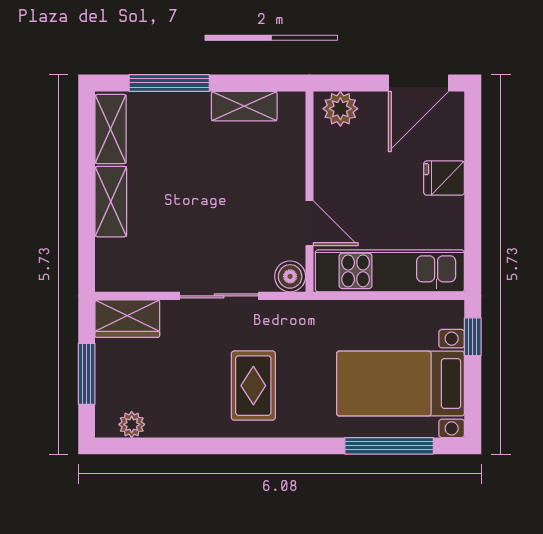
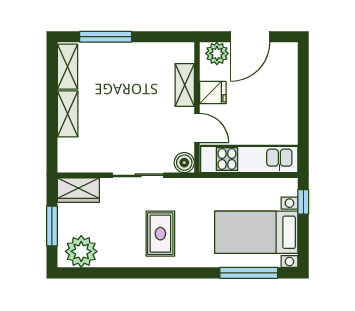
door: (418, 83) -> (250, 37), moved
shelving: (244, 106) -> (185, 85), moved, turned 90
fridge: (444, 178) -> (213, 92), moved, turned 180
plant: (132, 424) -> (81, 251), width x1.88, depth x1.88

